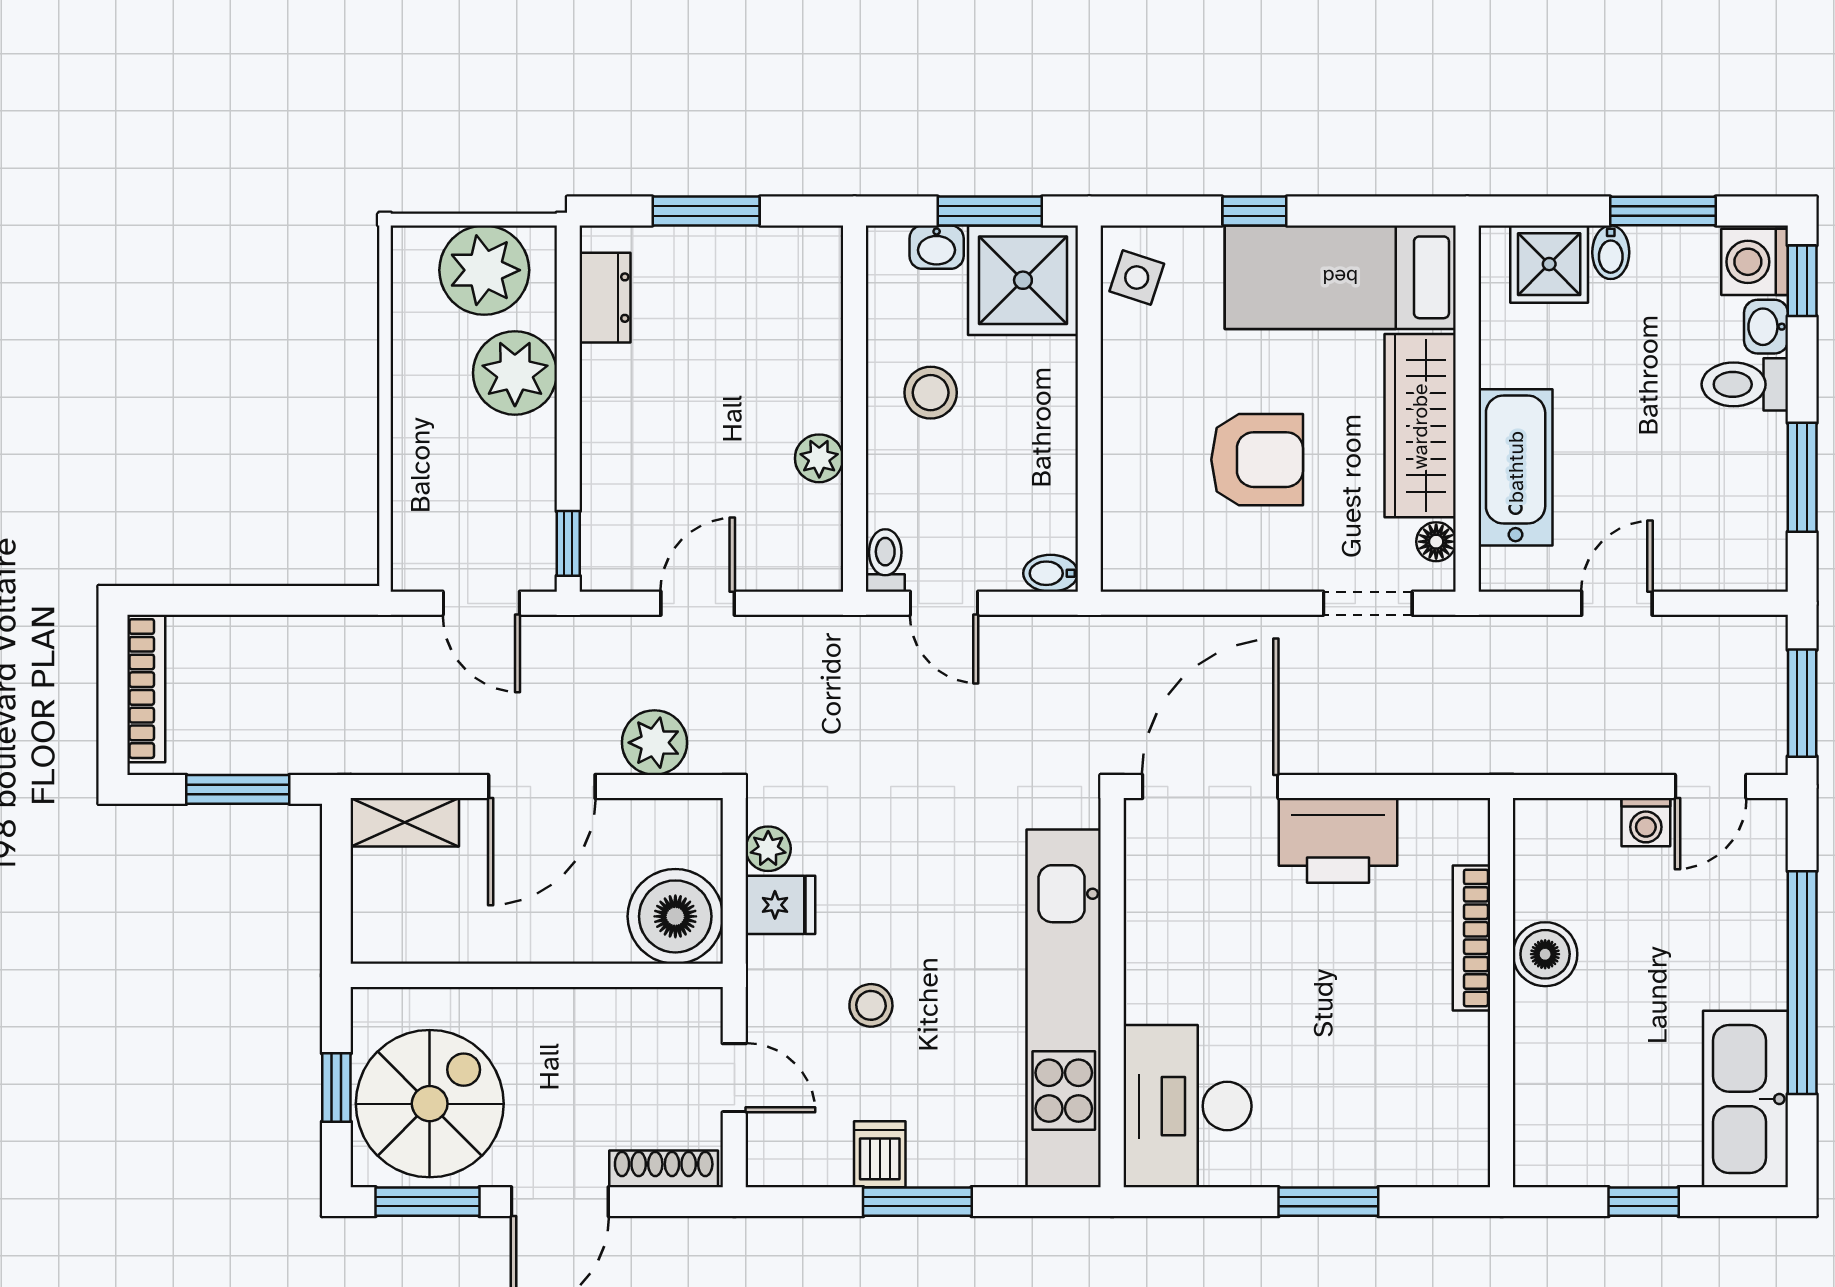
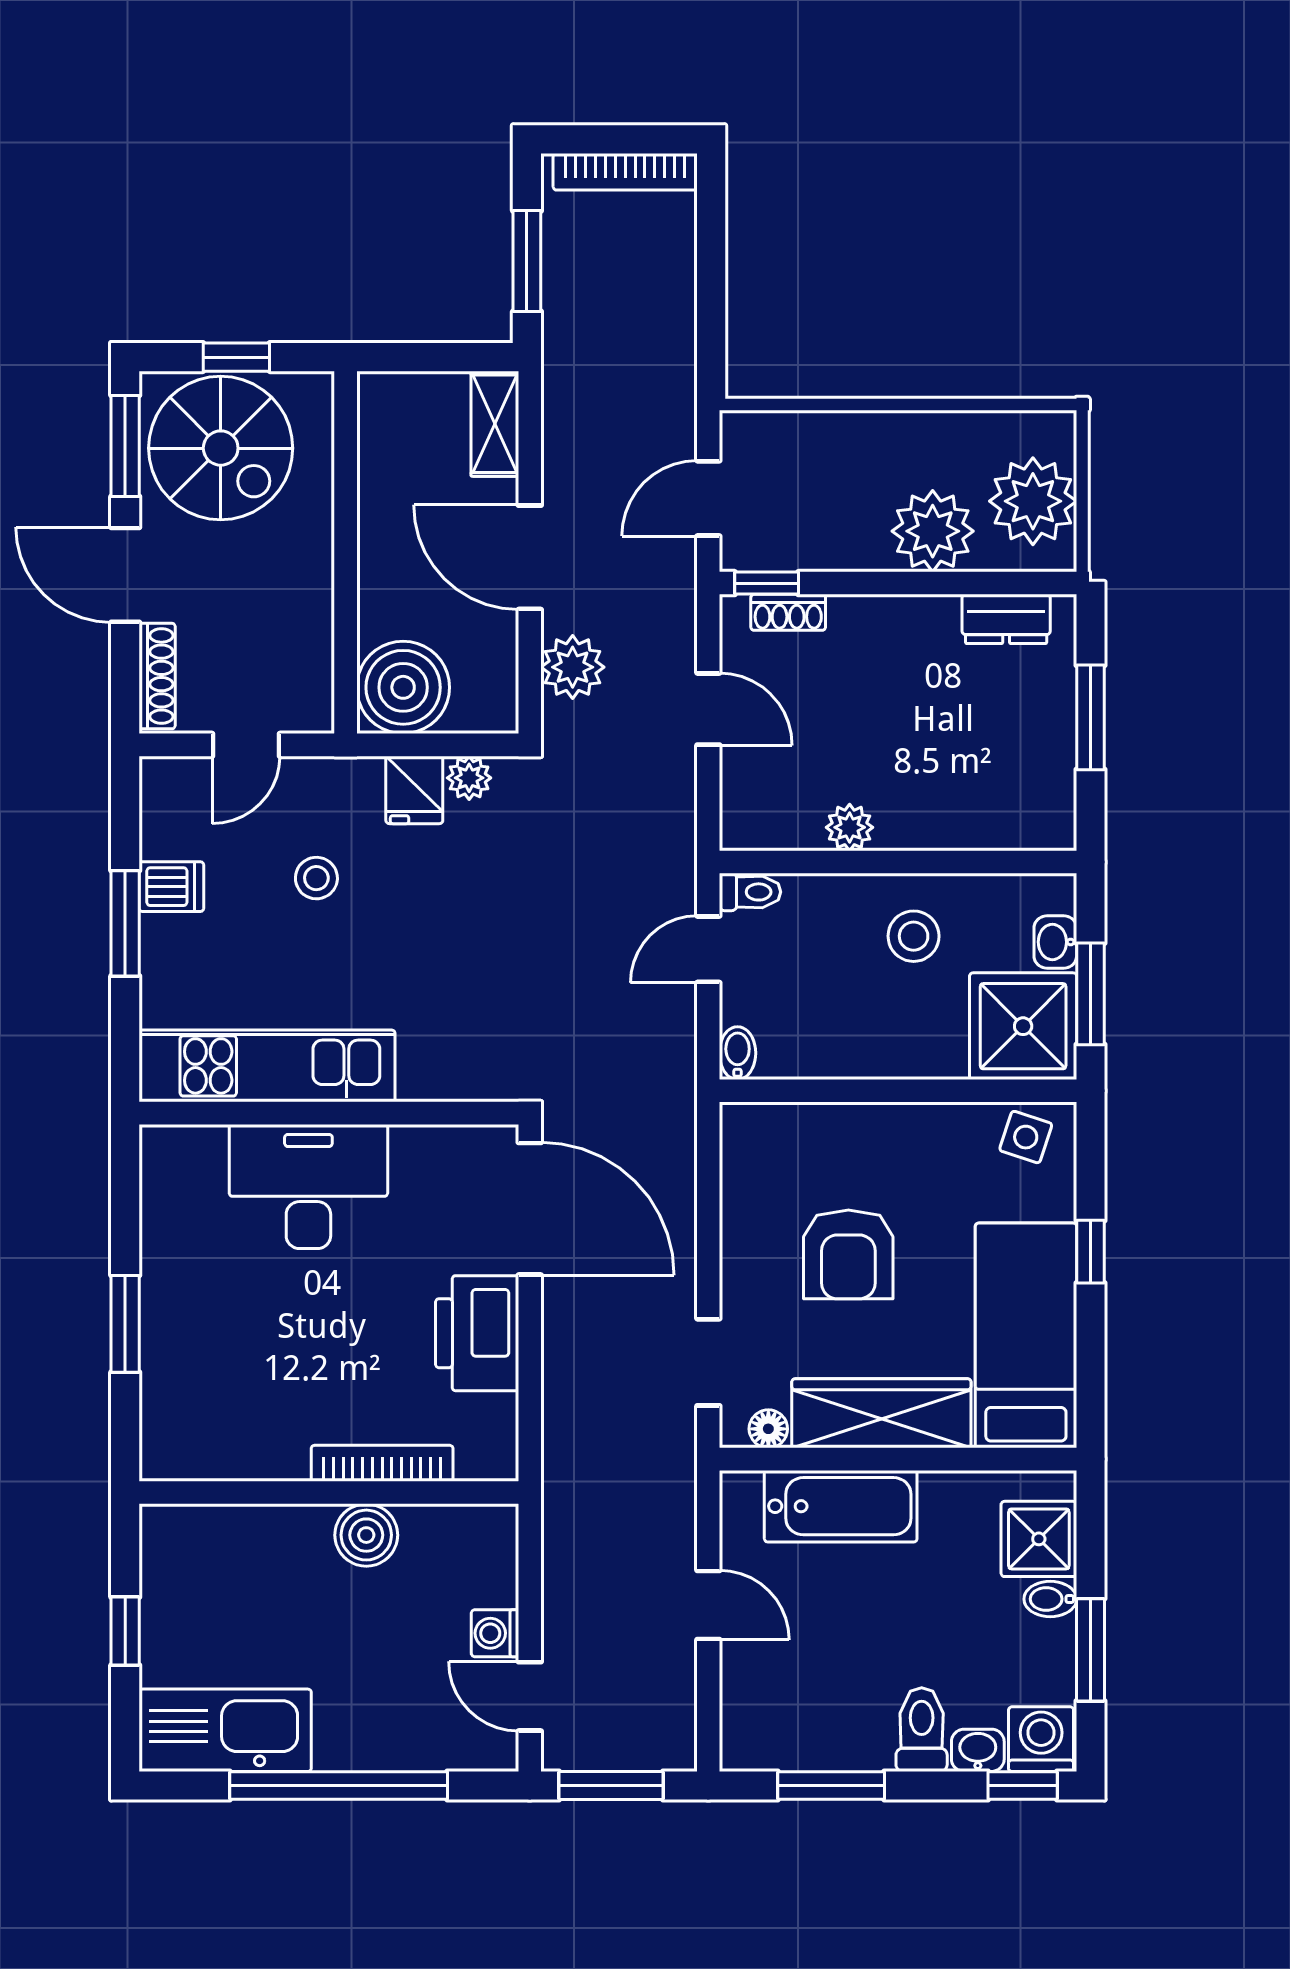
shoe rack: (598, 521) -> (788, 612), added
kitchen unit: (1064, 1008) -> (267, 1066), width x0.73
desk: (1187, 1106) -> (308, 1187), moved

